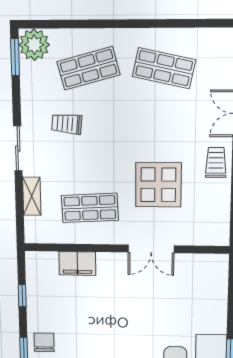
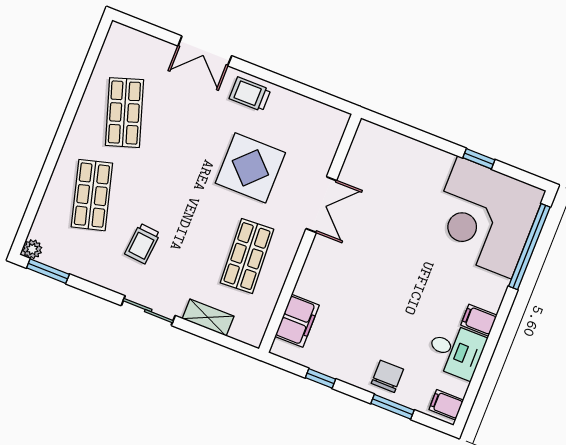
plant: (34, 45) -> (32, 249), width x0.53, depth x0.53
shop shelf: (164, 68) -> (124, 113), turned -30
filing cabinet: (77, 264) -> (297, 321), moved
chair: (44, 342) -> (387, 376), turned 90

